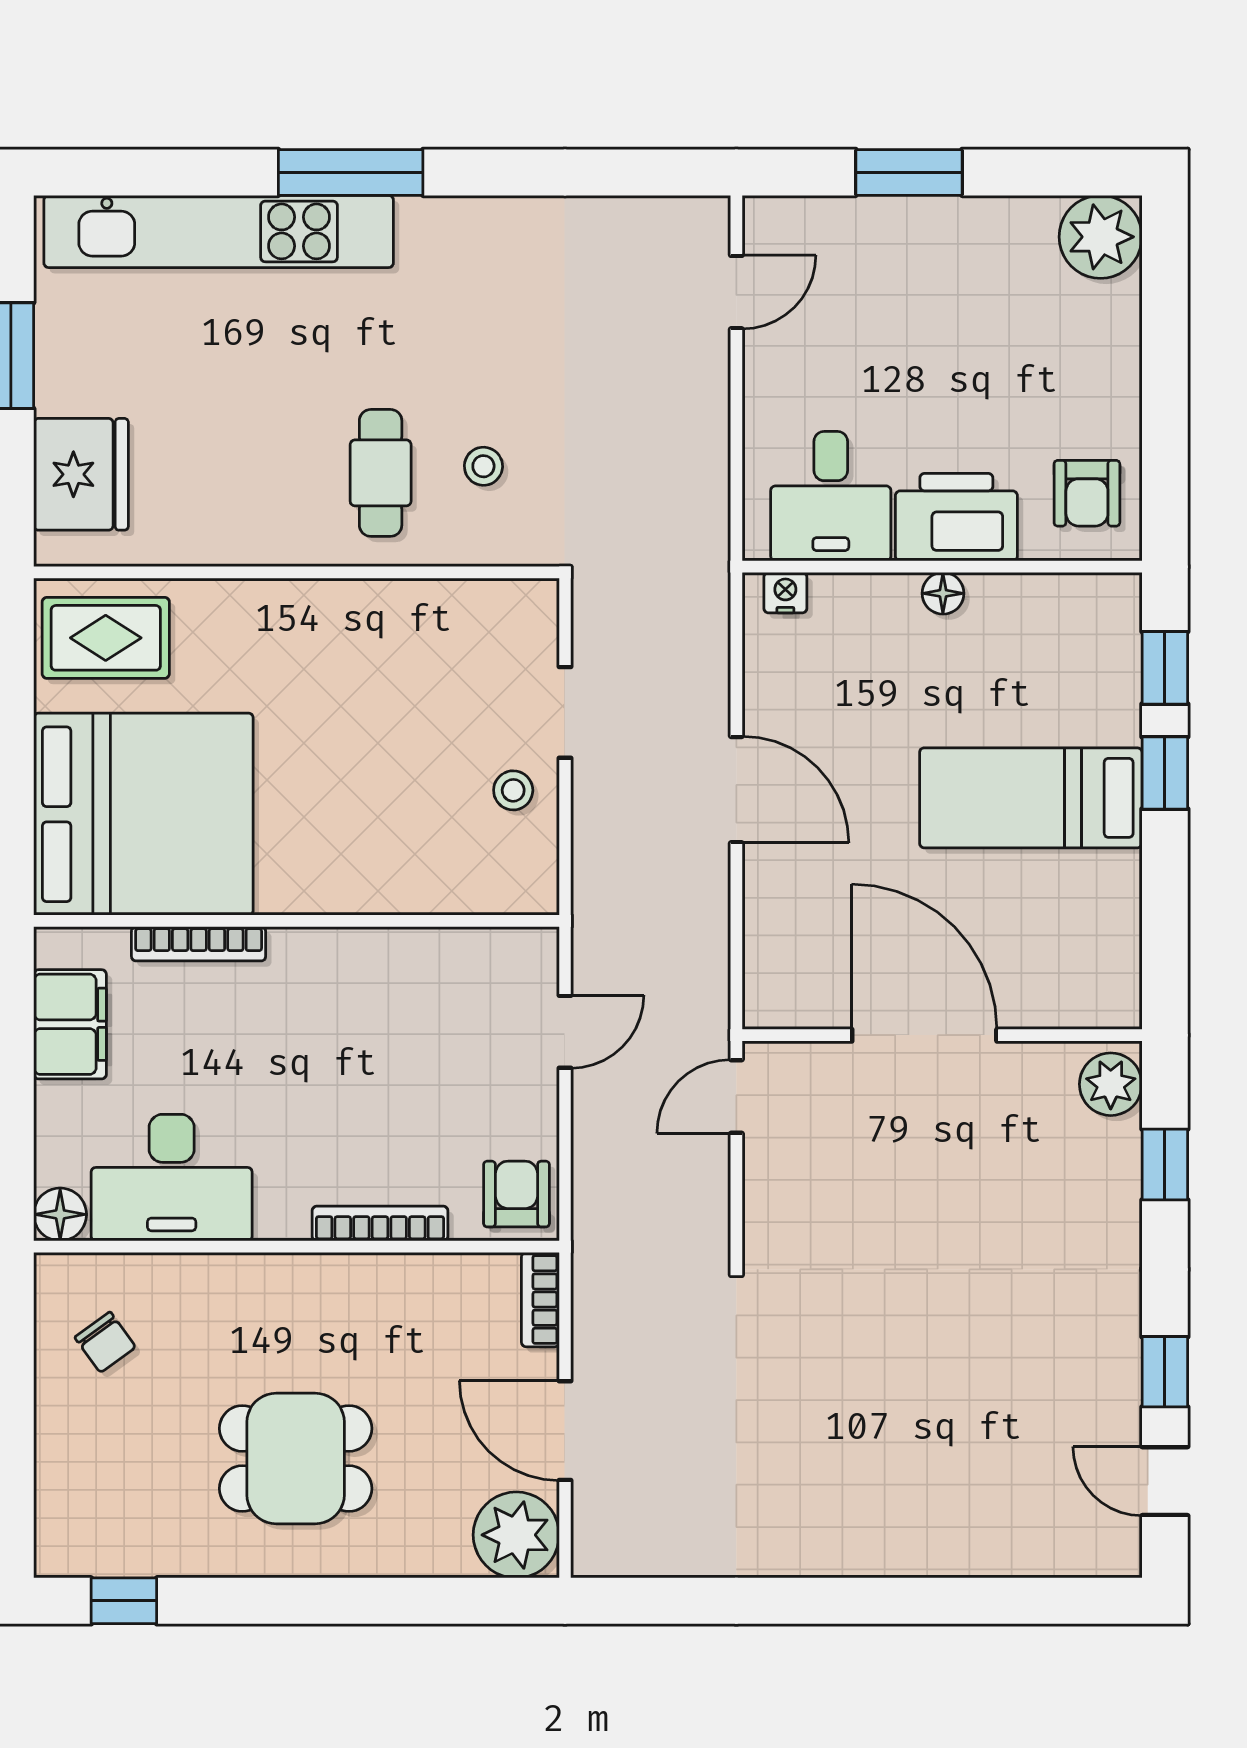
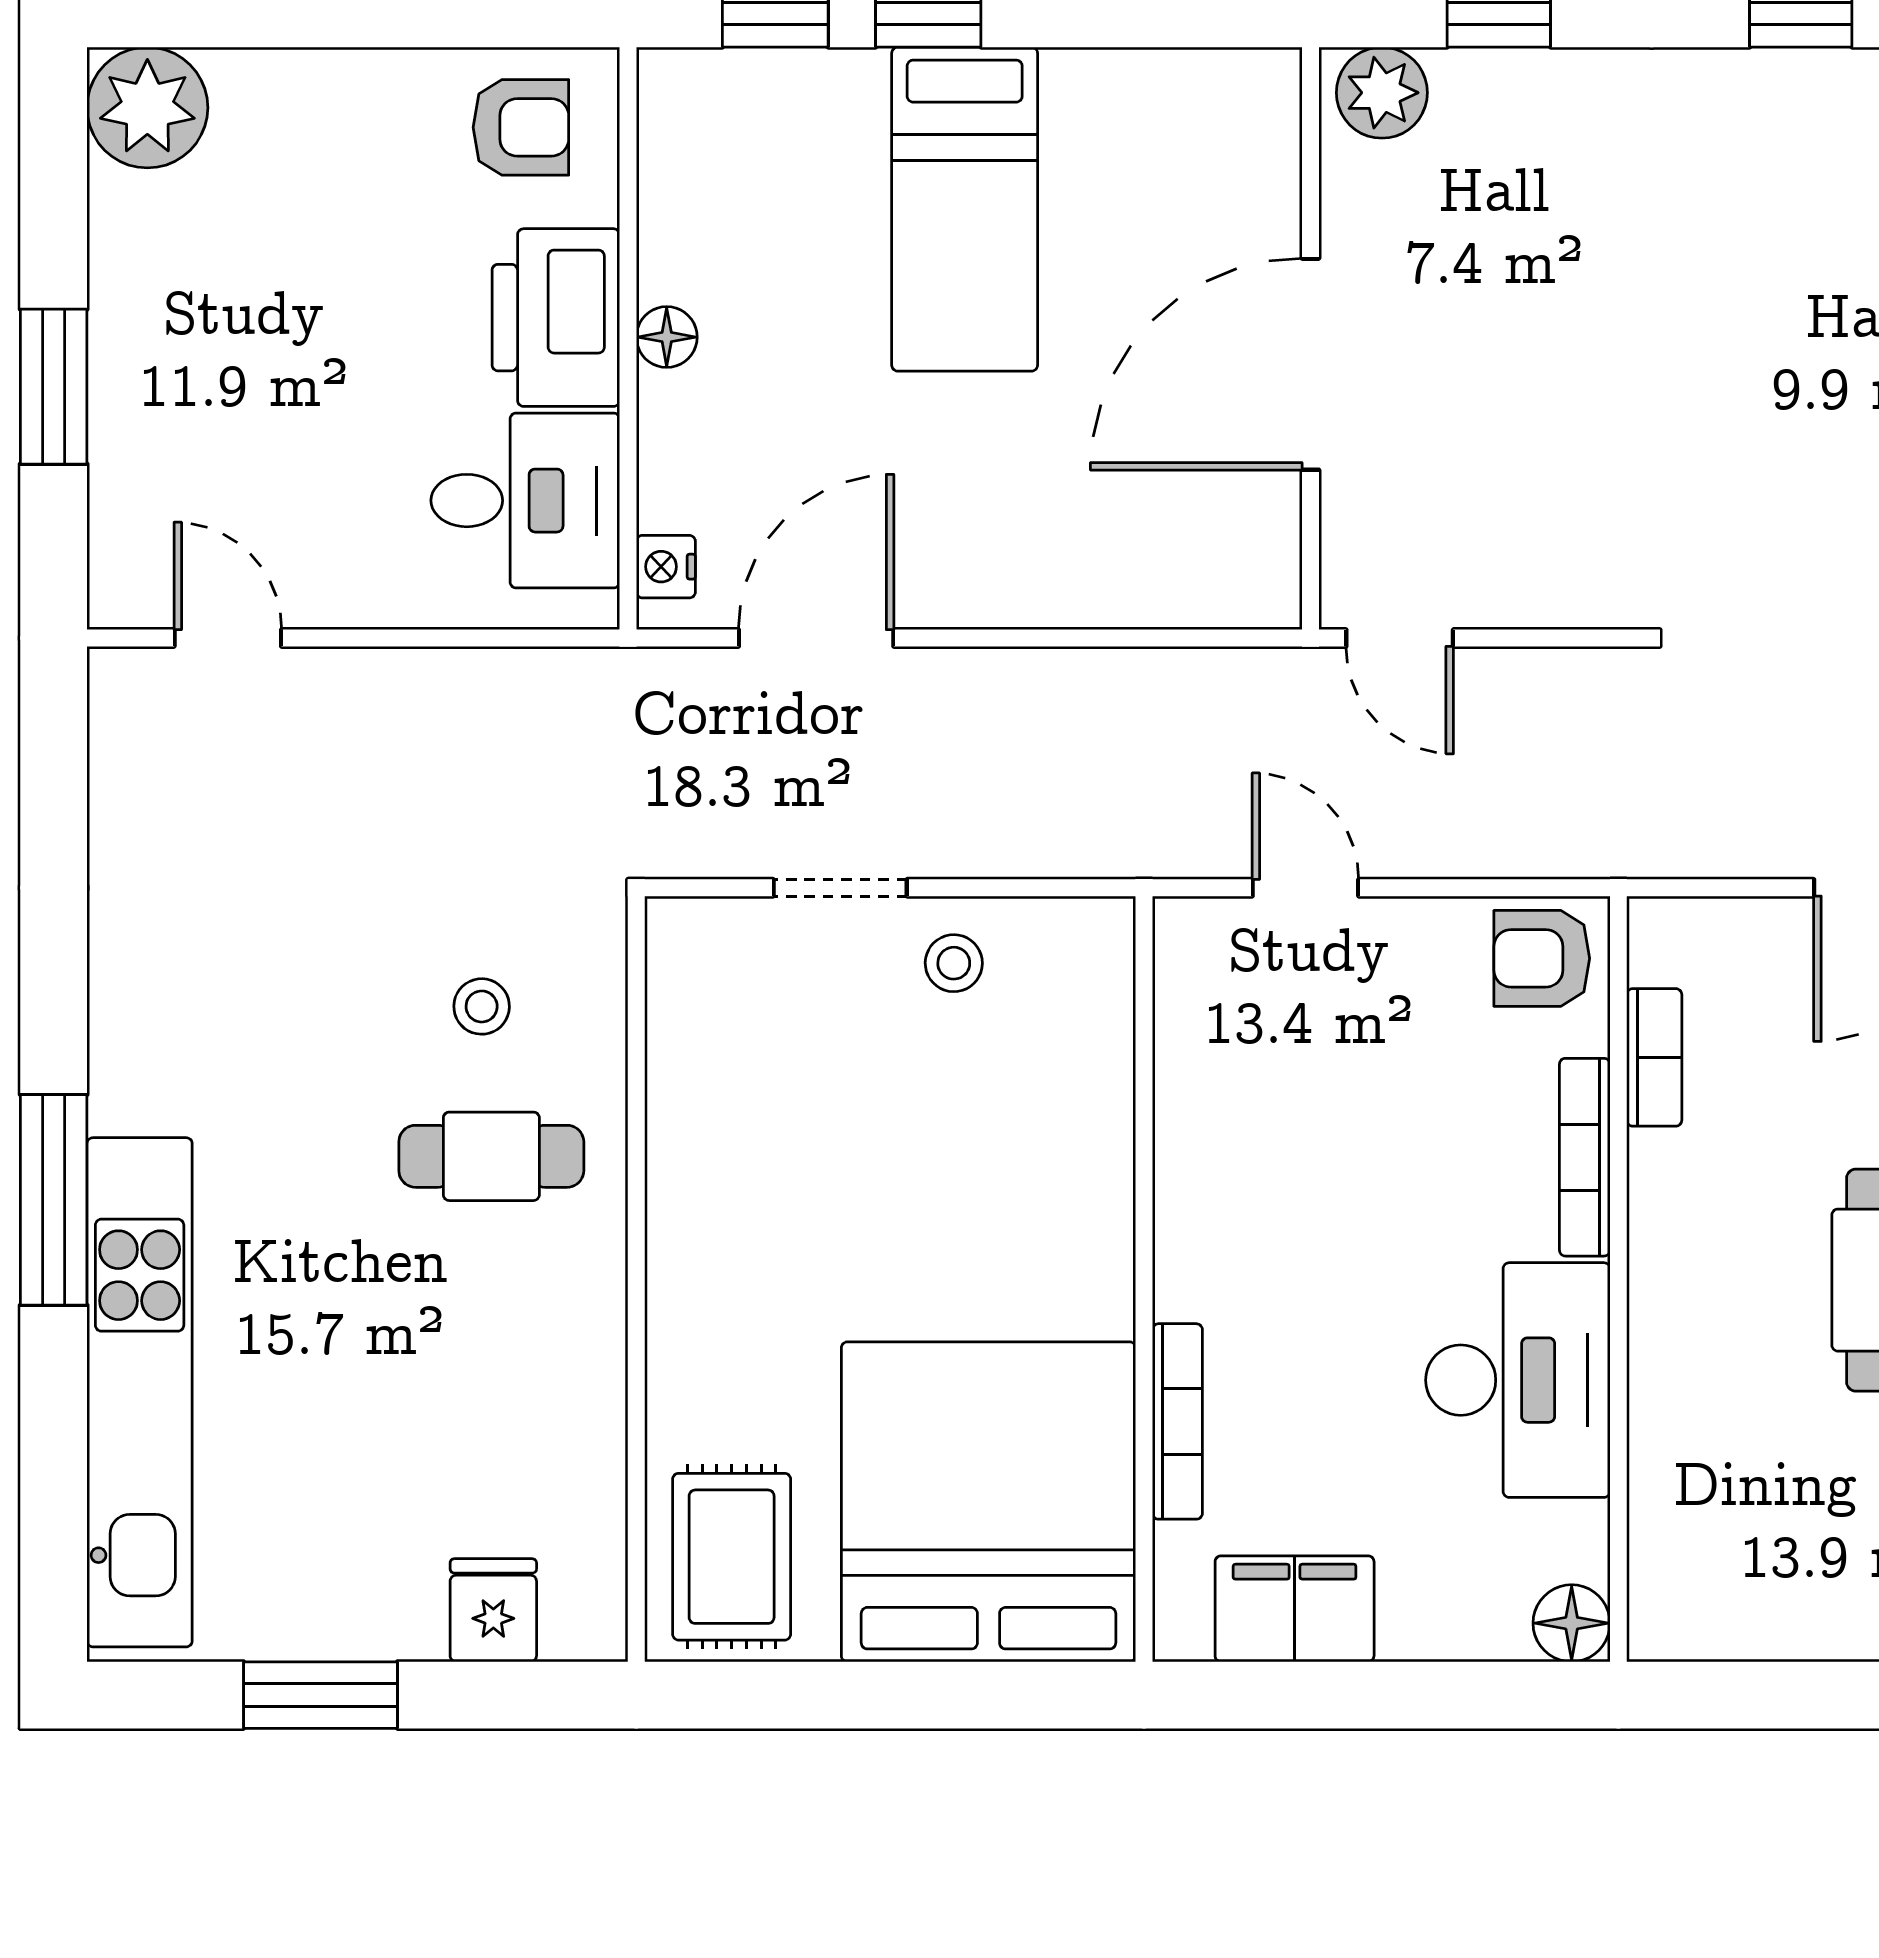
fridge: (81, 474) -> (493, 1610), width x0.53, depth x0.75
door: (736, 790) -> (816, 638), moved
desk: (172, 1178) -> (1518, 1380), moved
bookcase: (540, 1300) -> (1654, 1057), moved, turned -90
chair: (105, 1342) -> (1758, 1557), removed

